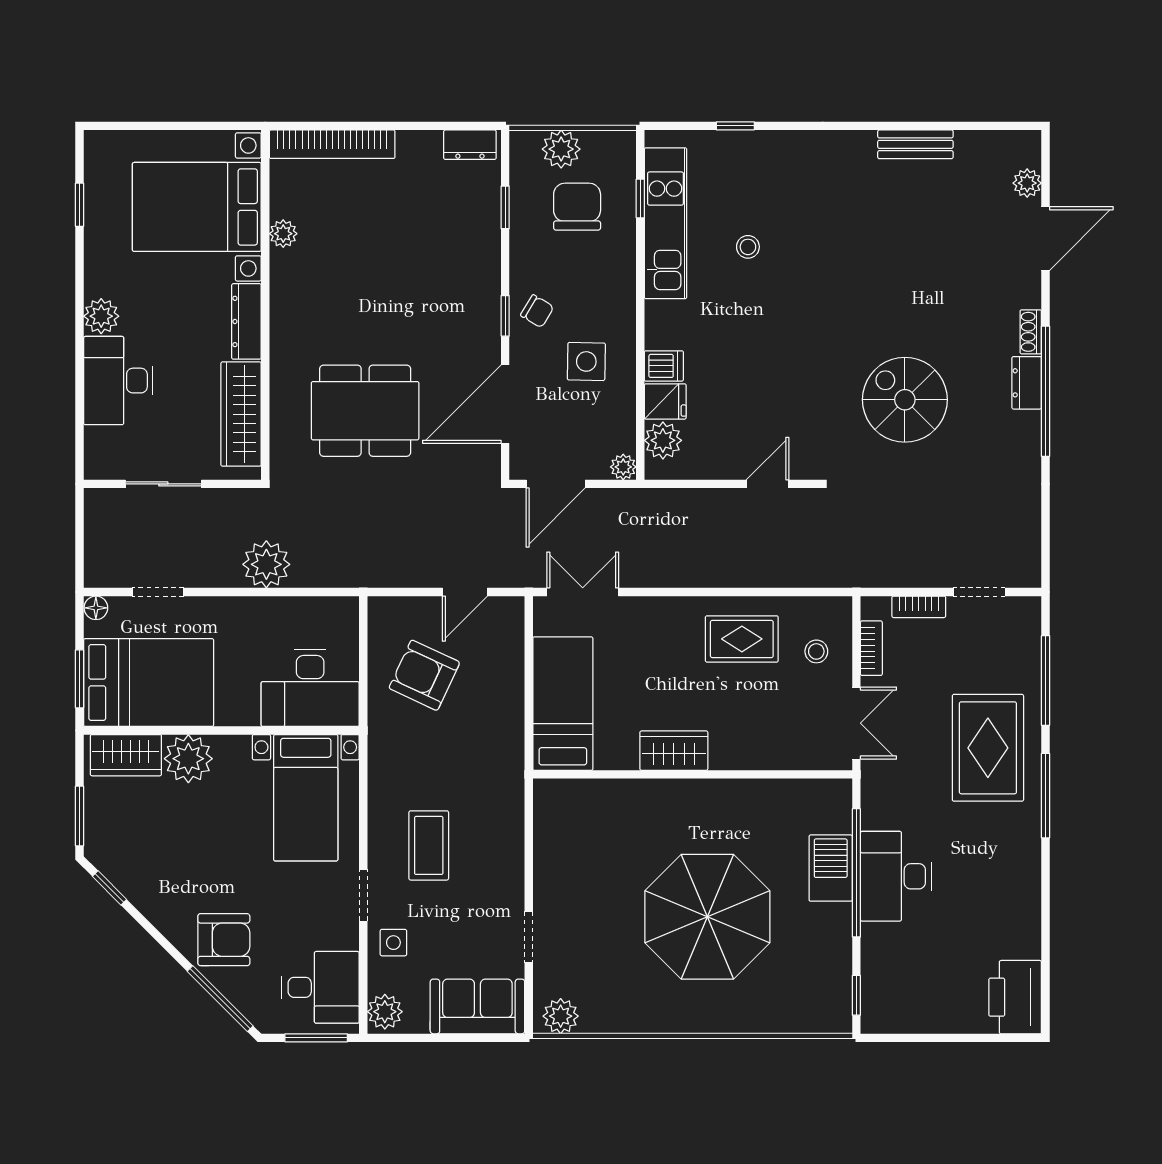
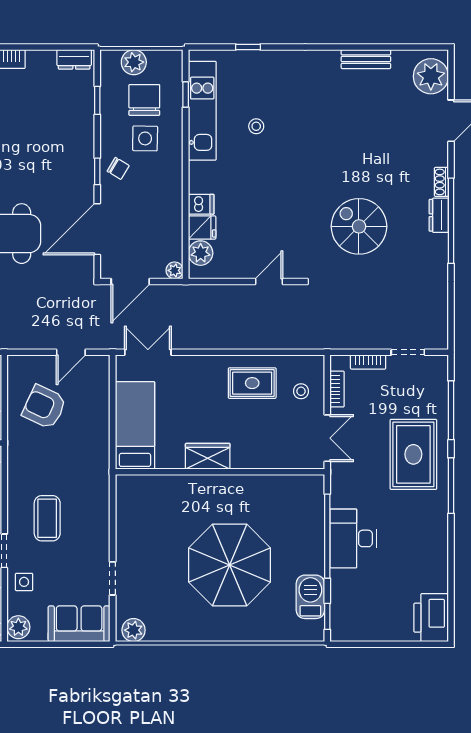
plant: (1027, 183) -> (431, 76), width x1.88, depth x1.88
side table: (586, 361) -> (145, 138), moved
barbecue: (831, 868) -> (310, 597), moved

